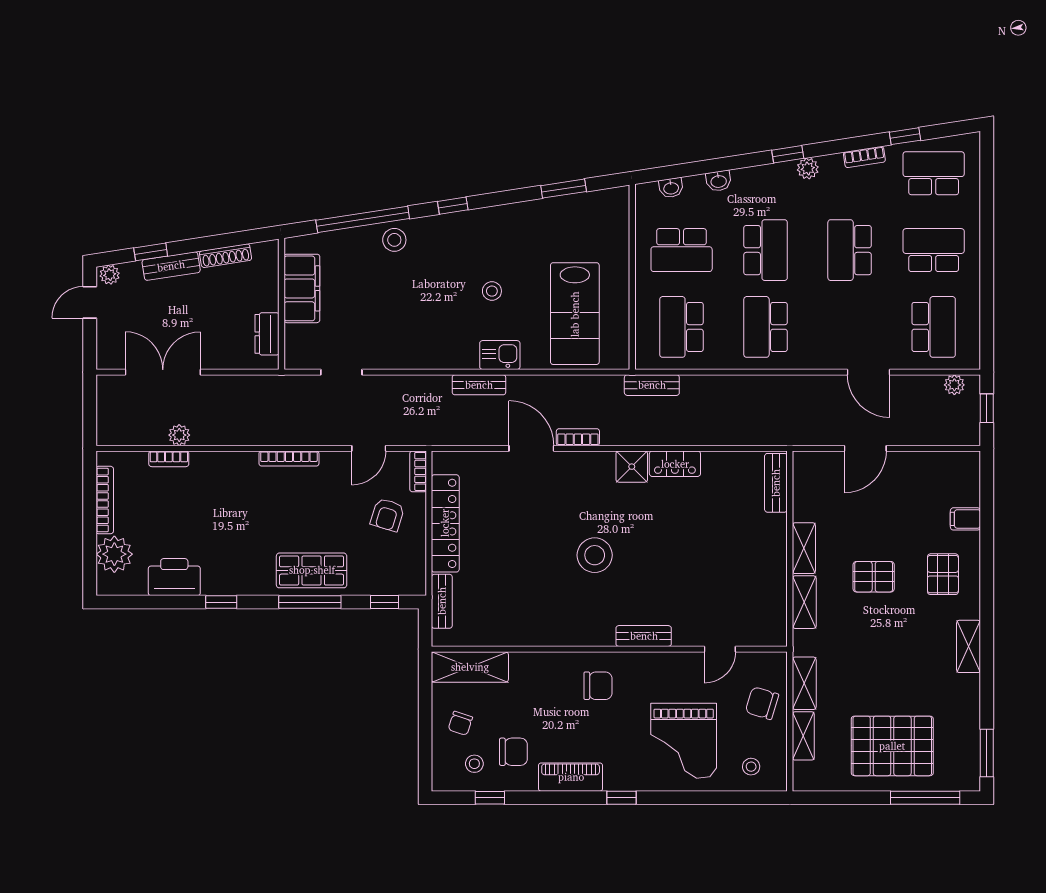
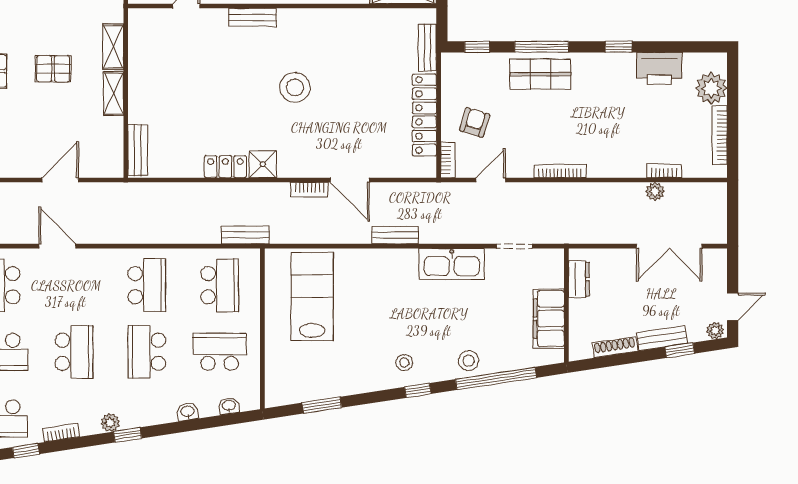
stool: (492, 291) -> (404, 363), moved
kitchen sink: (500, 355) -> (452, 264), moved, width x1.87, depth x1.24

